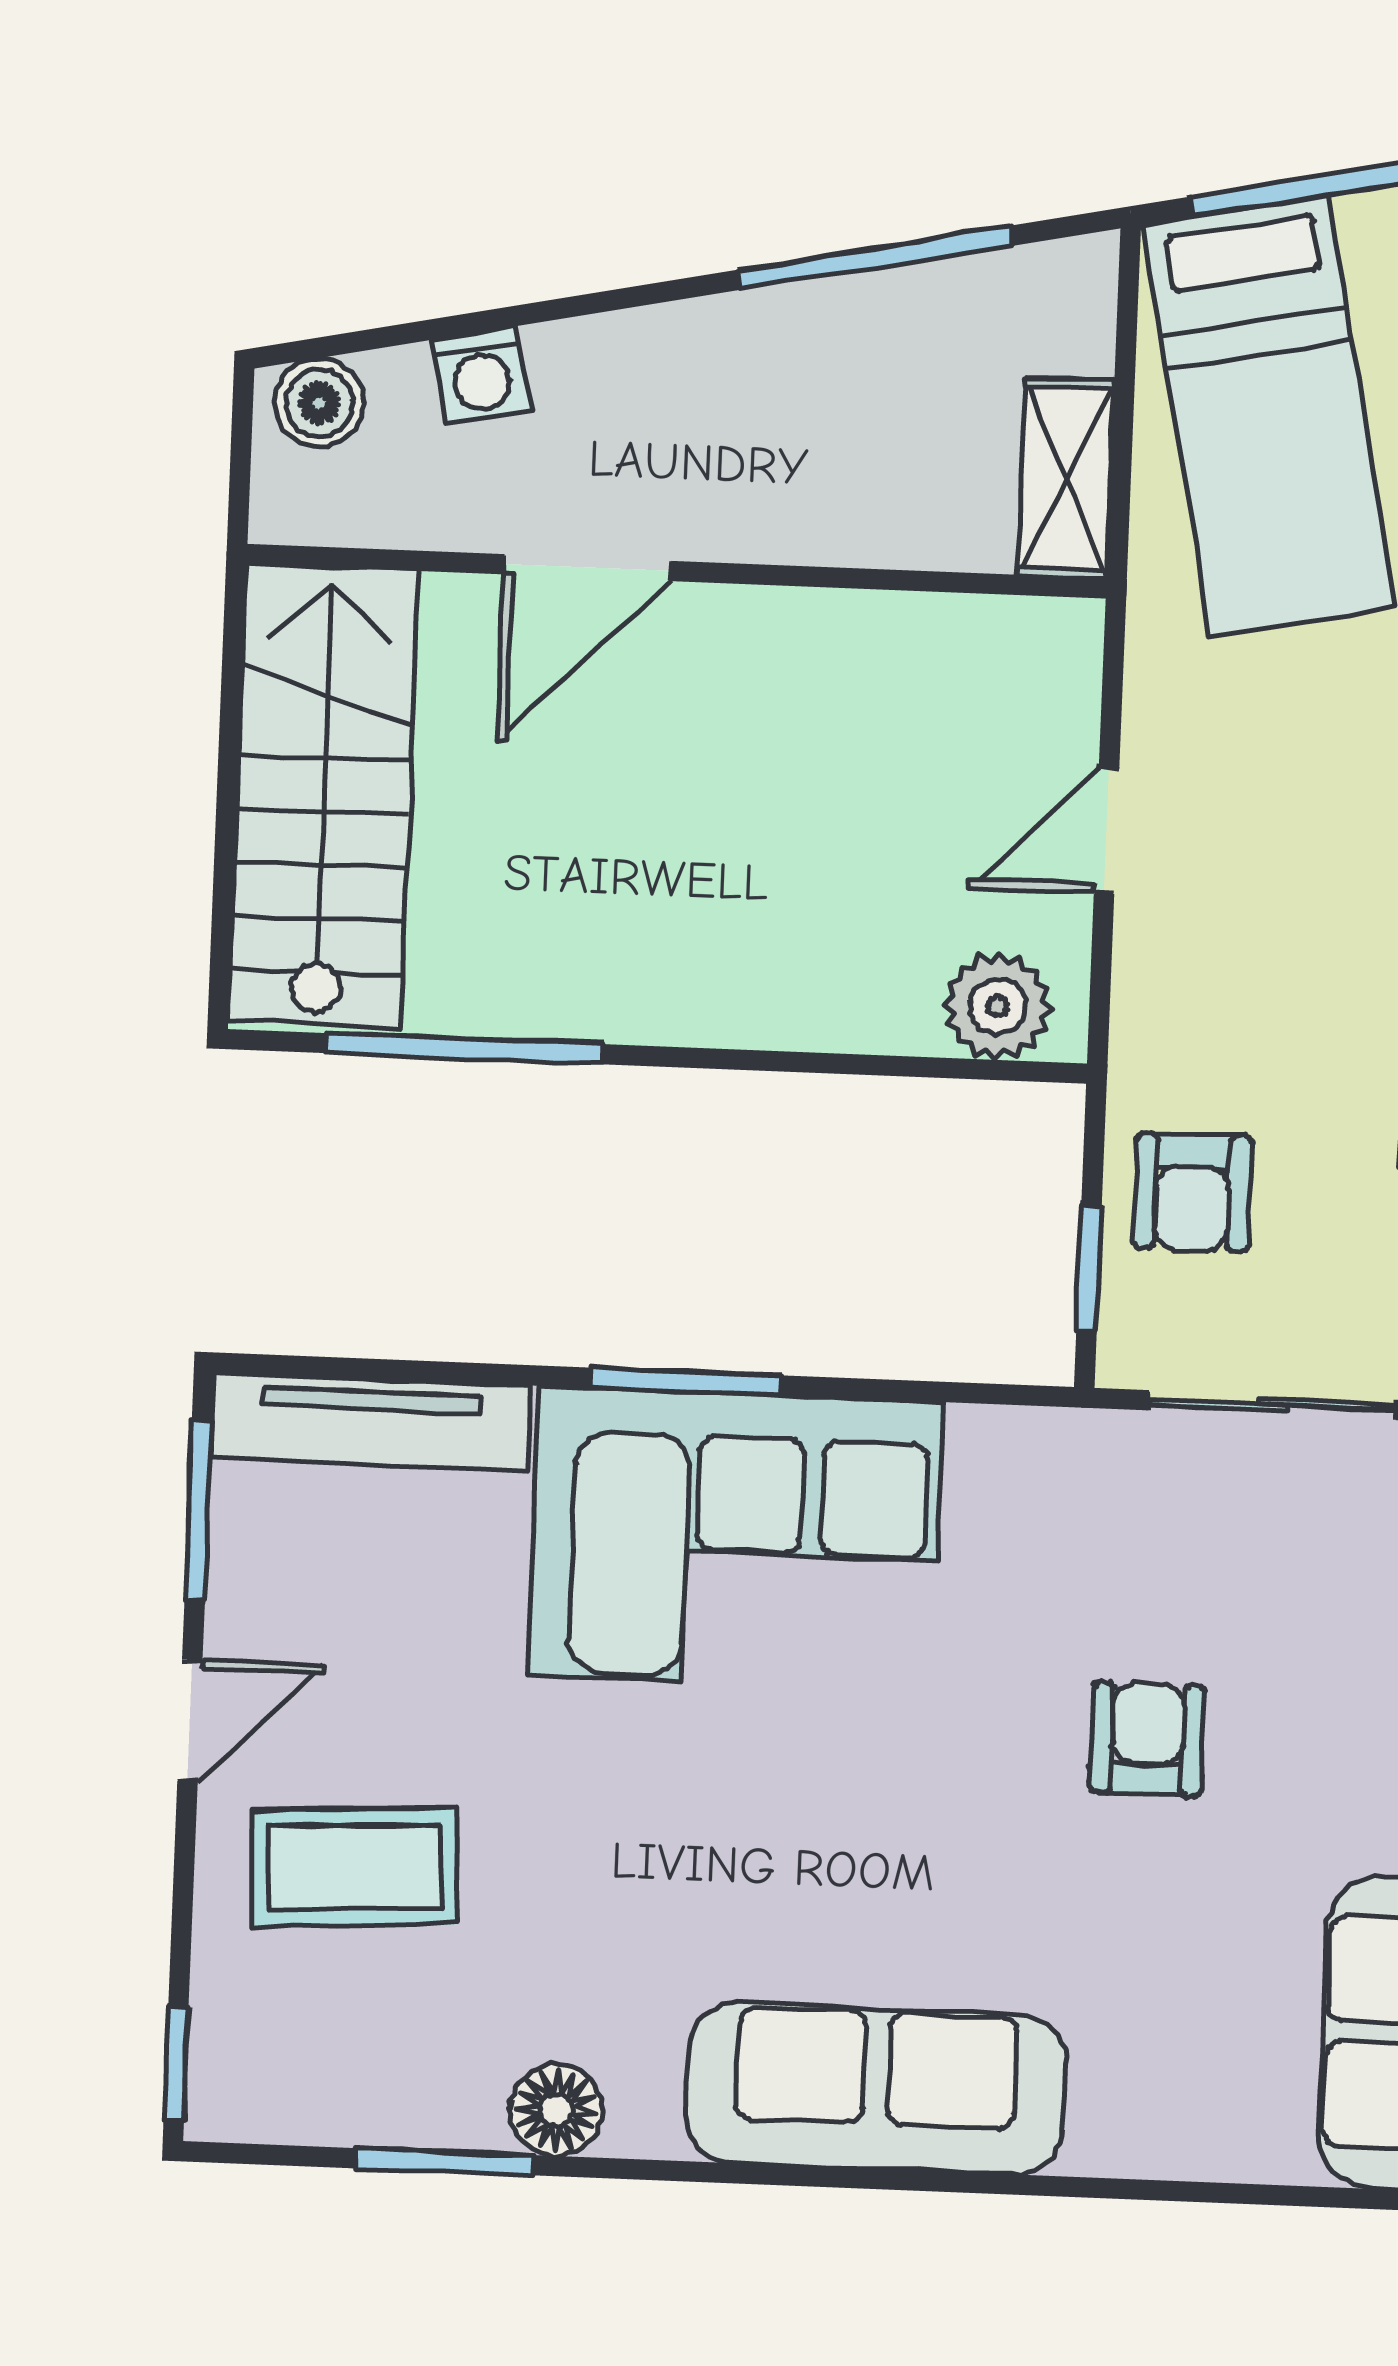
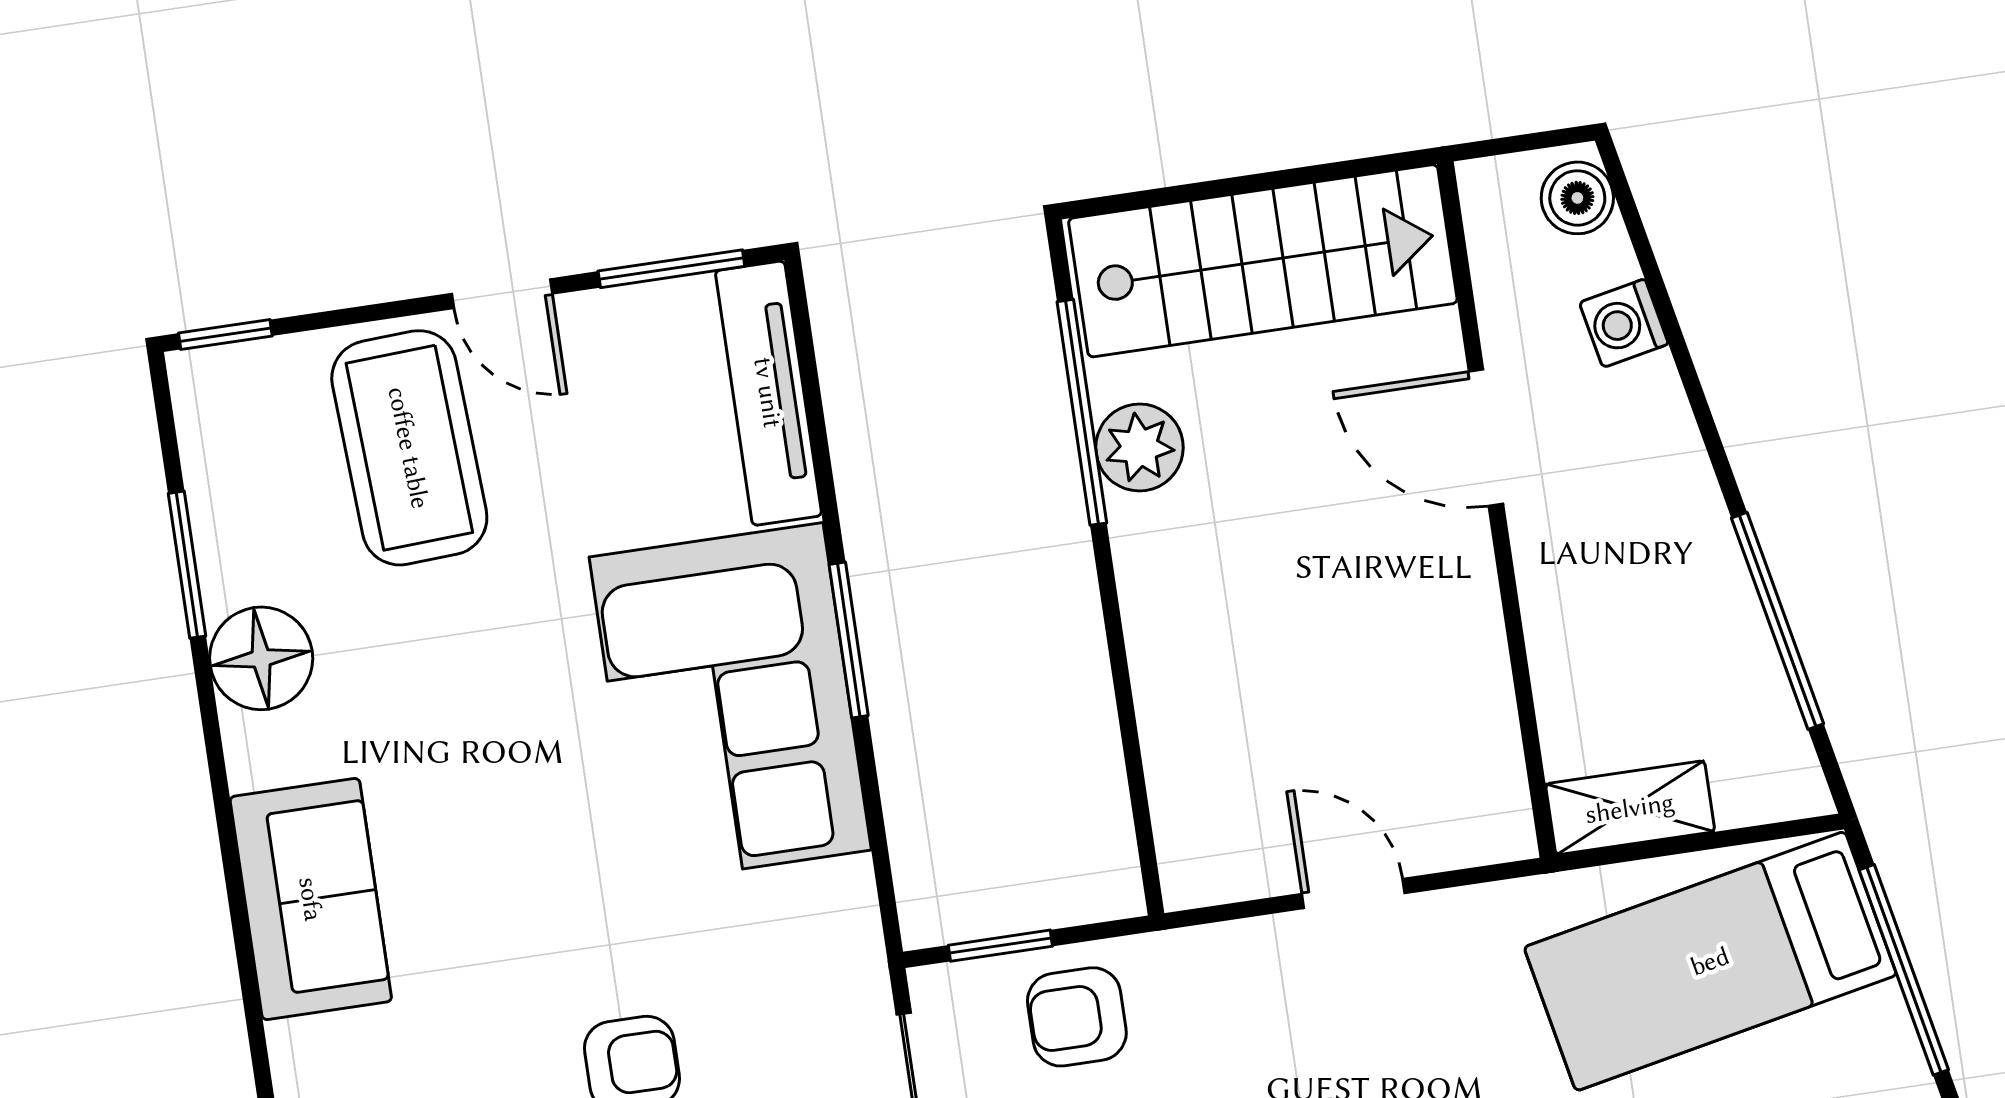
plant: (997, 1006) -> (1139, 447), moved
coffee table: (354, 1867) -> (409, 448), width x1.36, depth x1.32
sofa: (876, 2089) -> (311, 899), width x0.73
floor lamp: (557, 2110) -> (261, 658), width x1.38, depth x1.38

